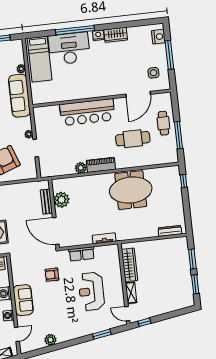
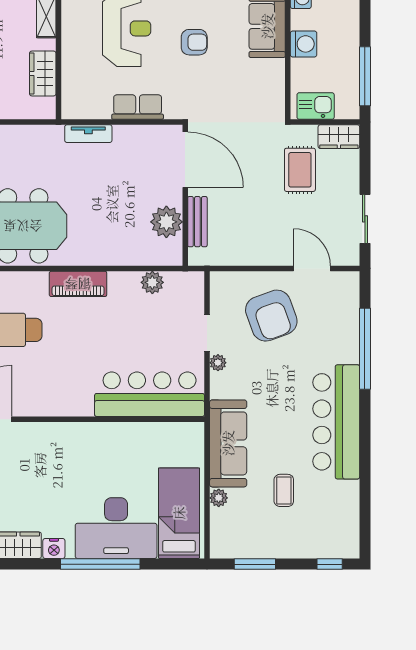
bar counter: (87, 112) -> (150, 394), moved
plant: (81, 168) -> (152, 282), moved
wardrobe: (130, 265) -> (43, 74), width x0.67
armchair: (52, 275) -> (194, 42), moved

